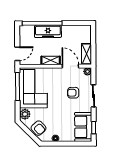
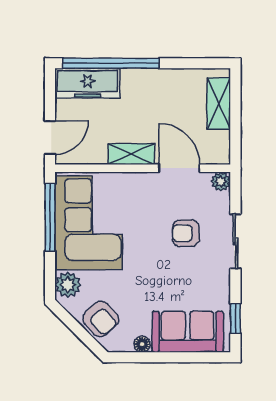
freezer: (48, 31) -> (87, 83), moved
shelving: (86, 54) -> (219, 104), moved
sofa: (83, 127) -> (188, 332), moved, turned 90

